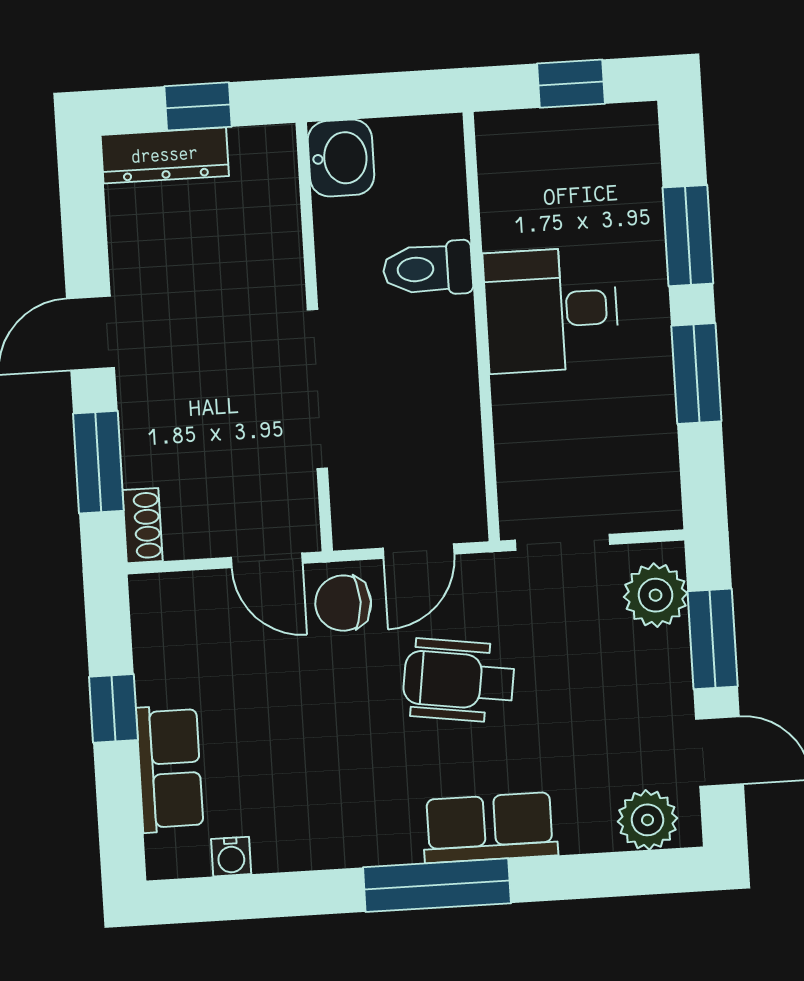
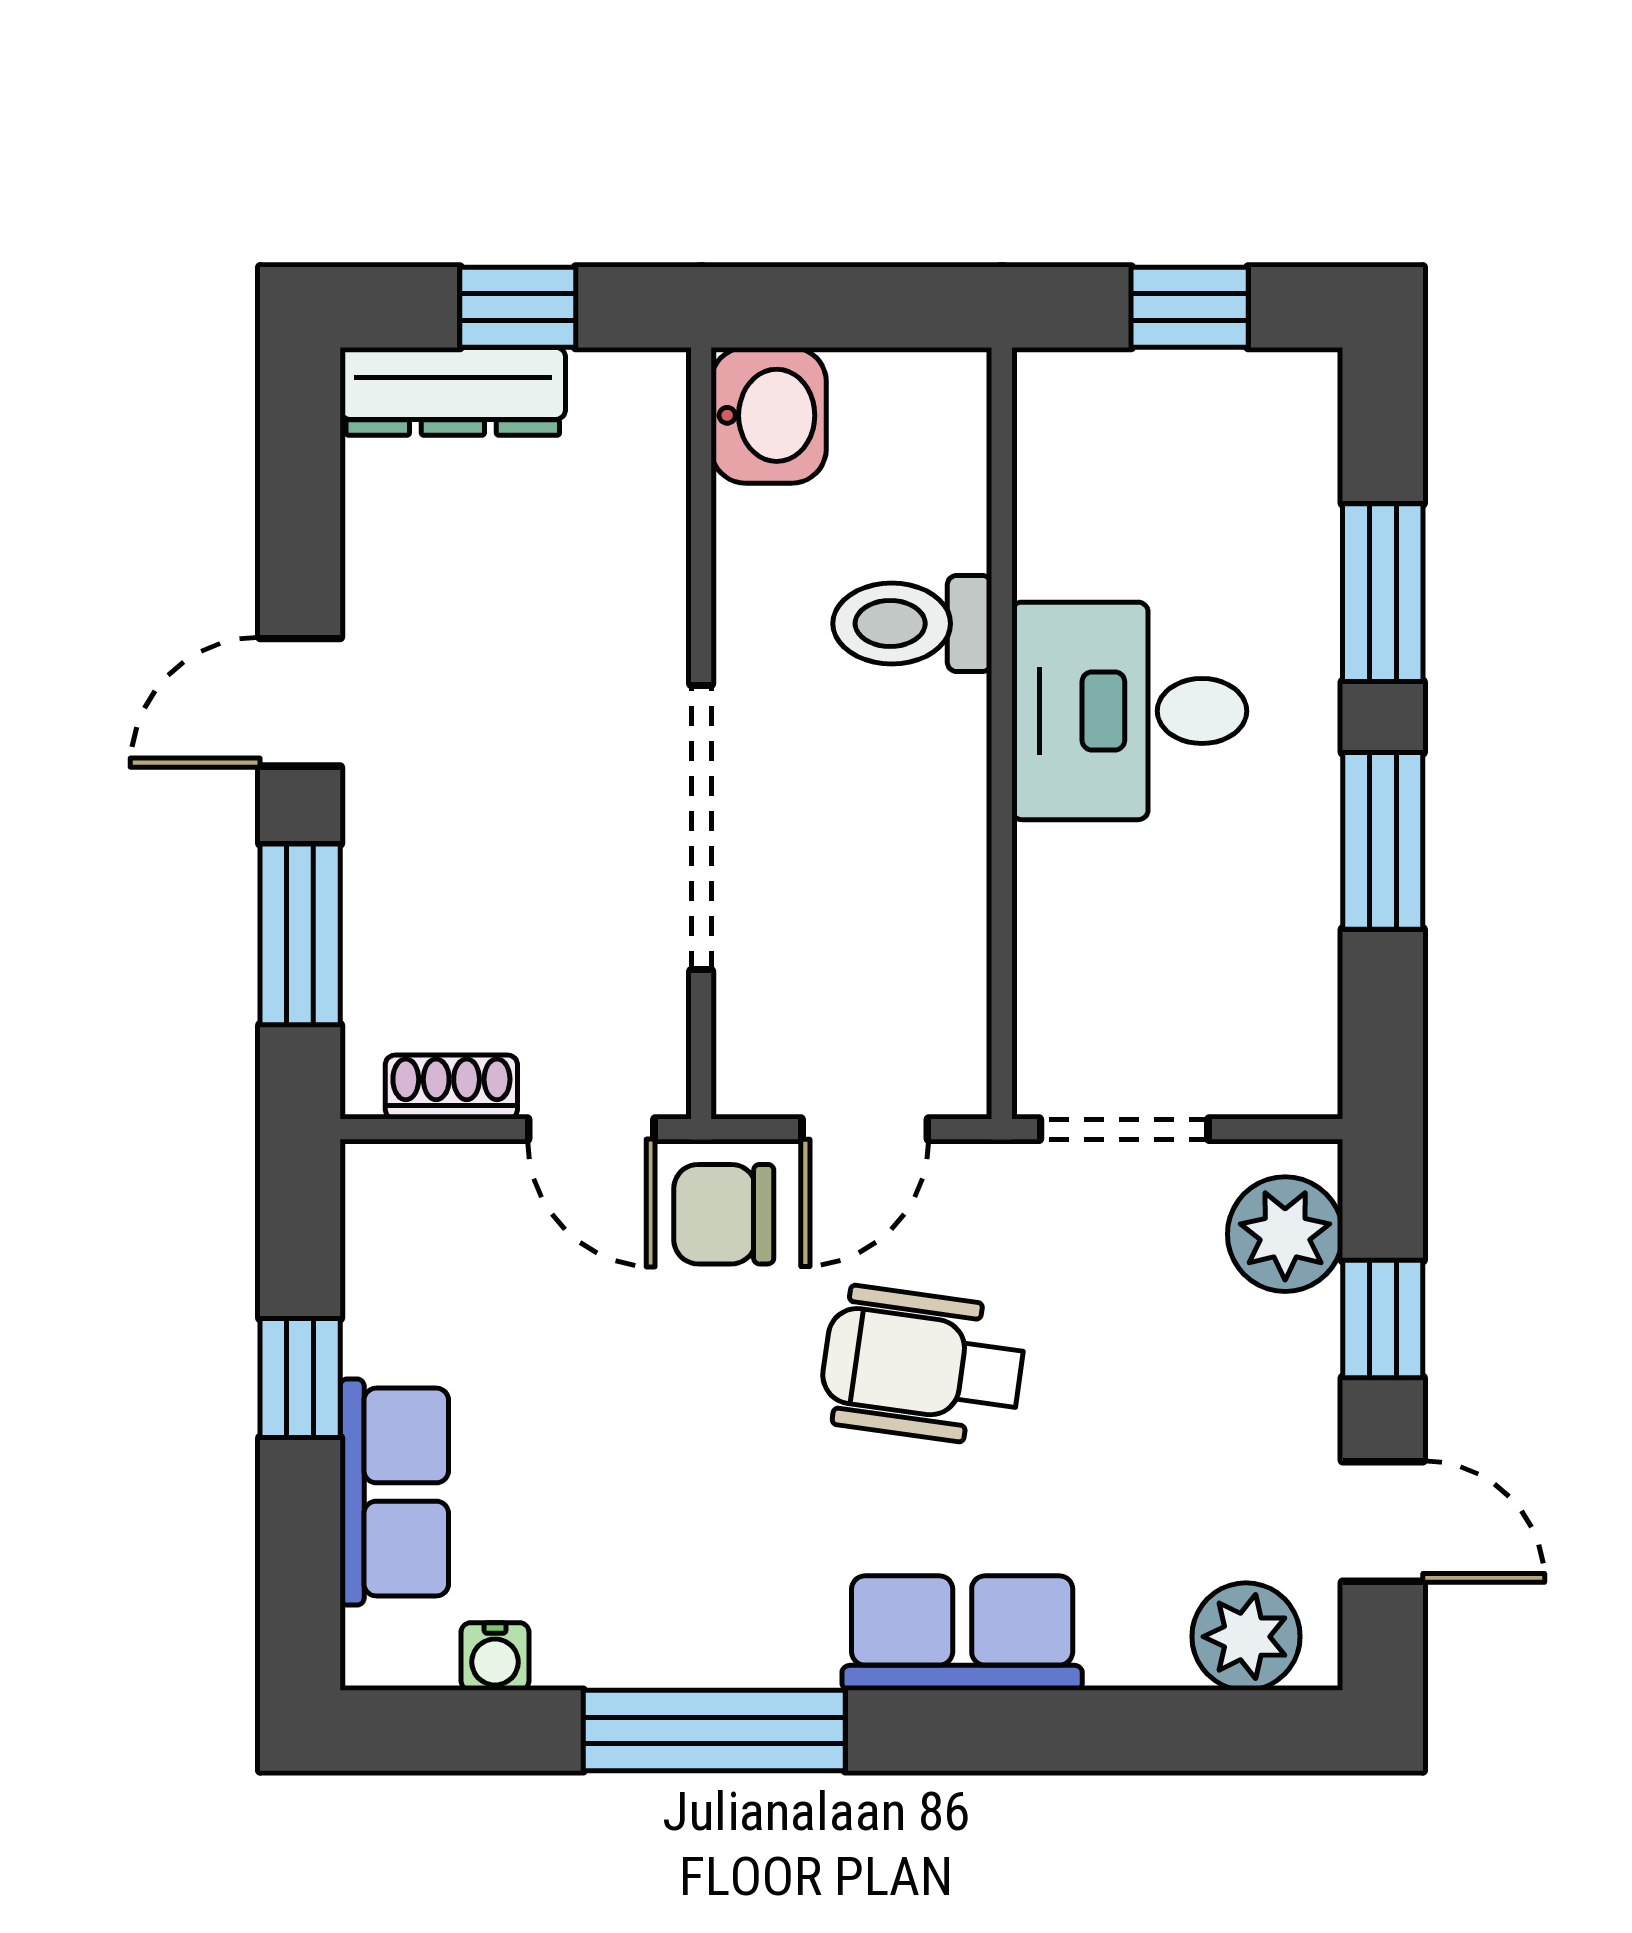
shoe rack: (143, 526) -> (451, 1087), moved, turned -90
window: (713, 639) -> (1383, 1319), width x0.67
window: (437, 885) -> (714, 1731), moved

